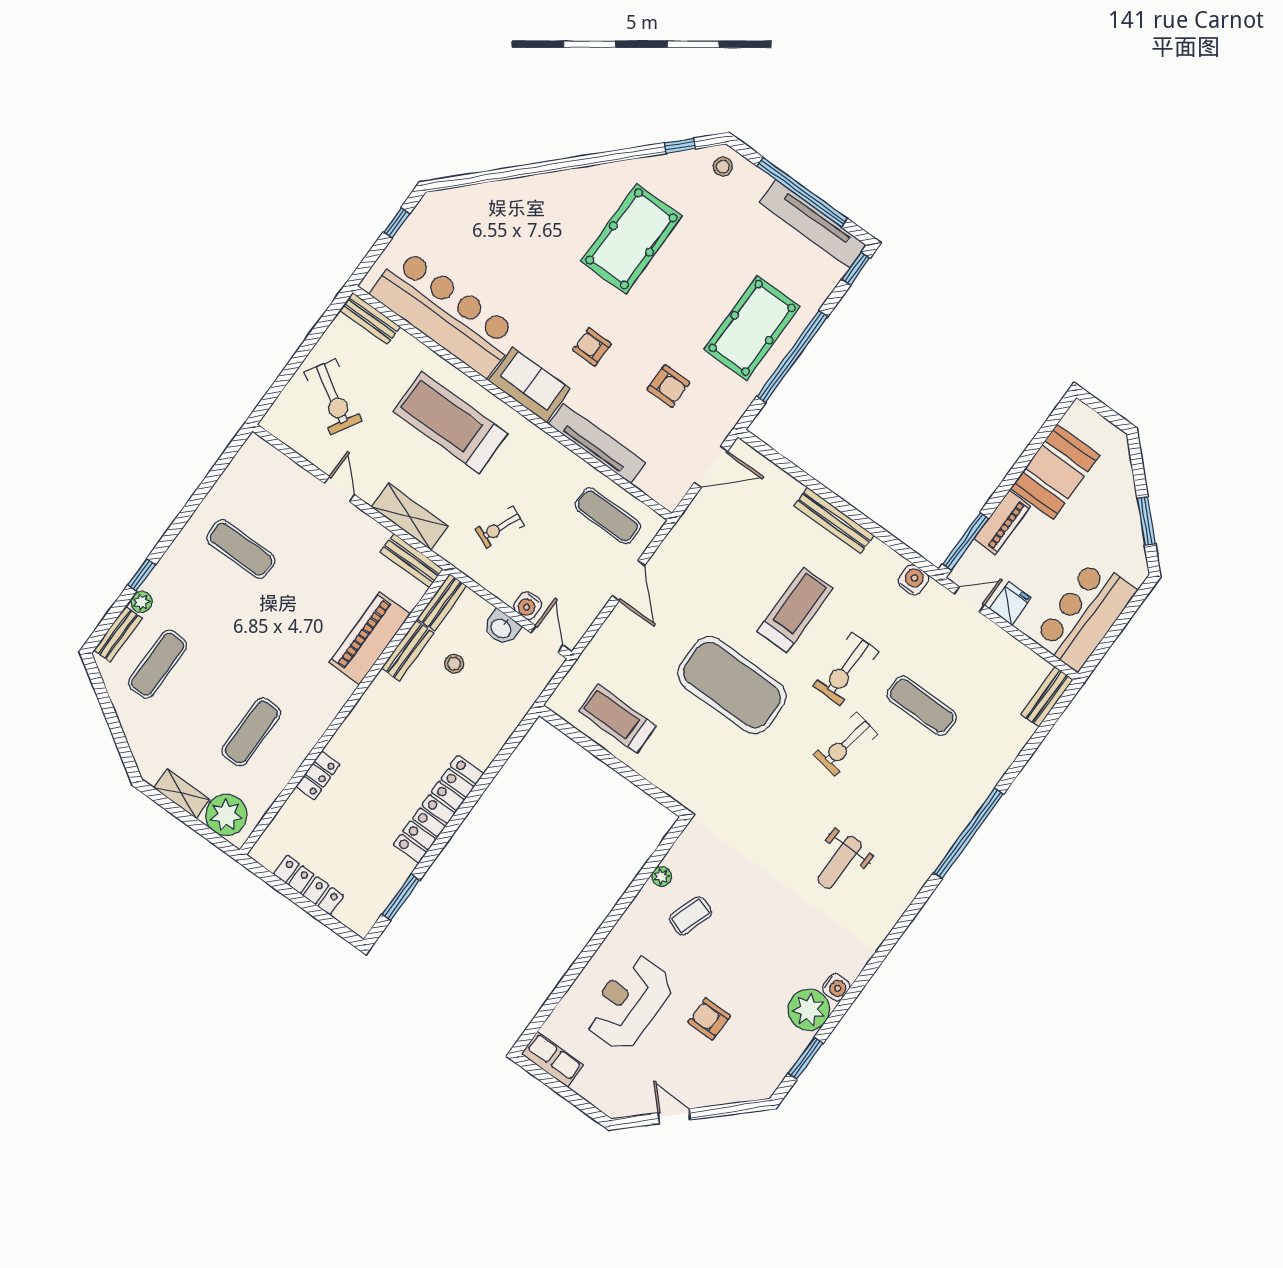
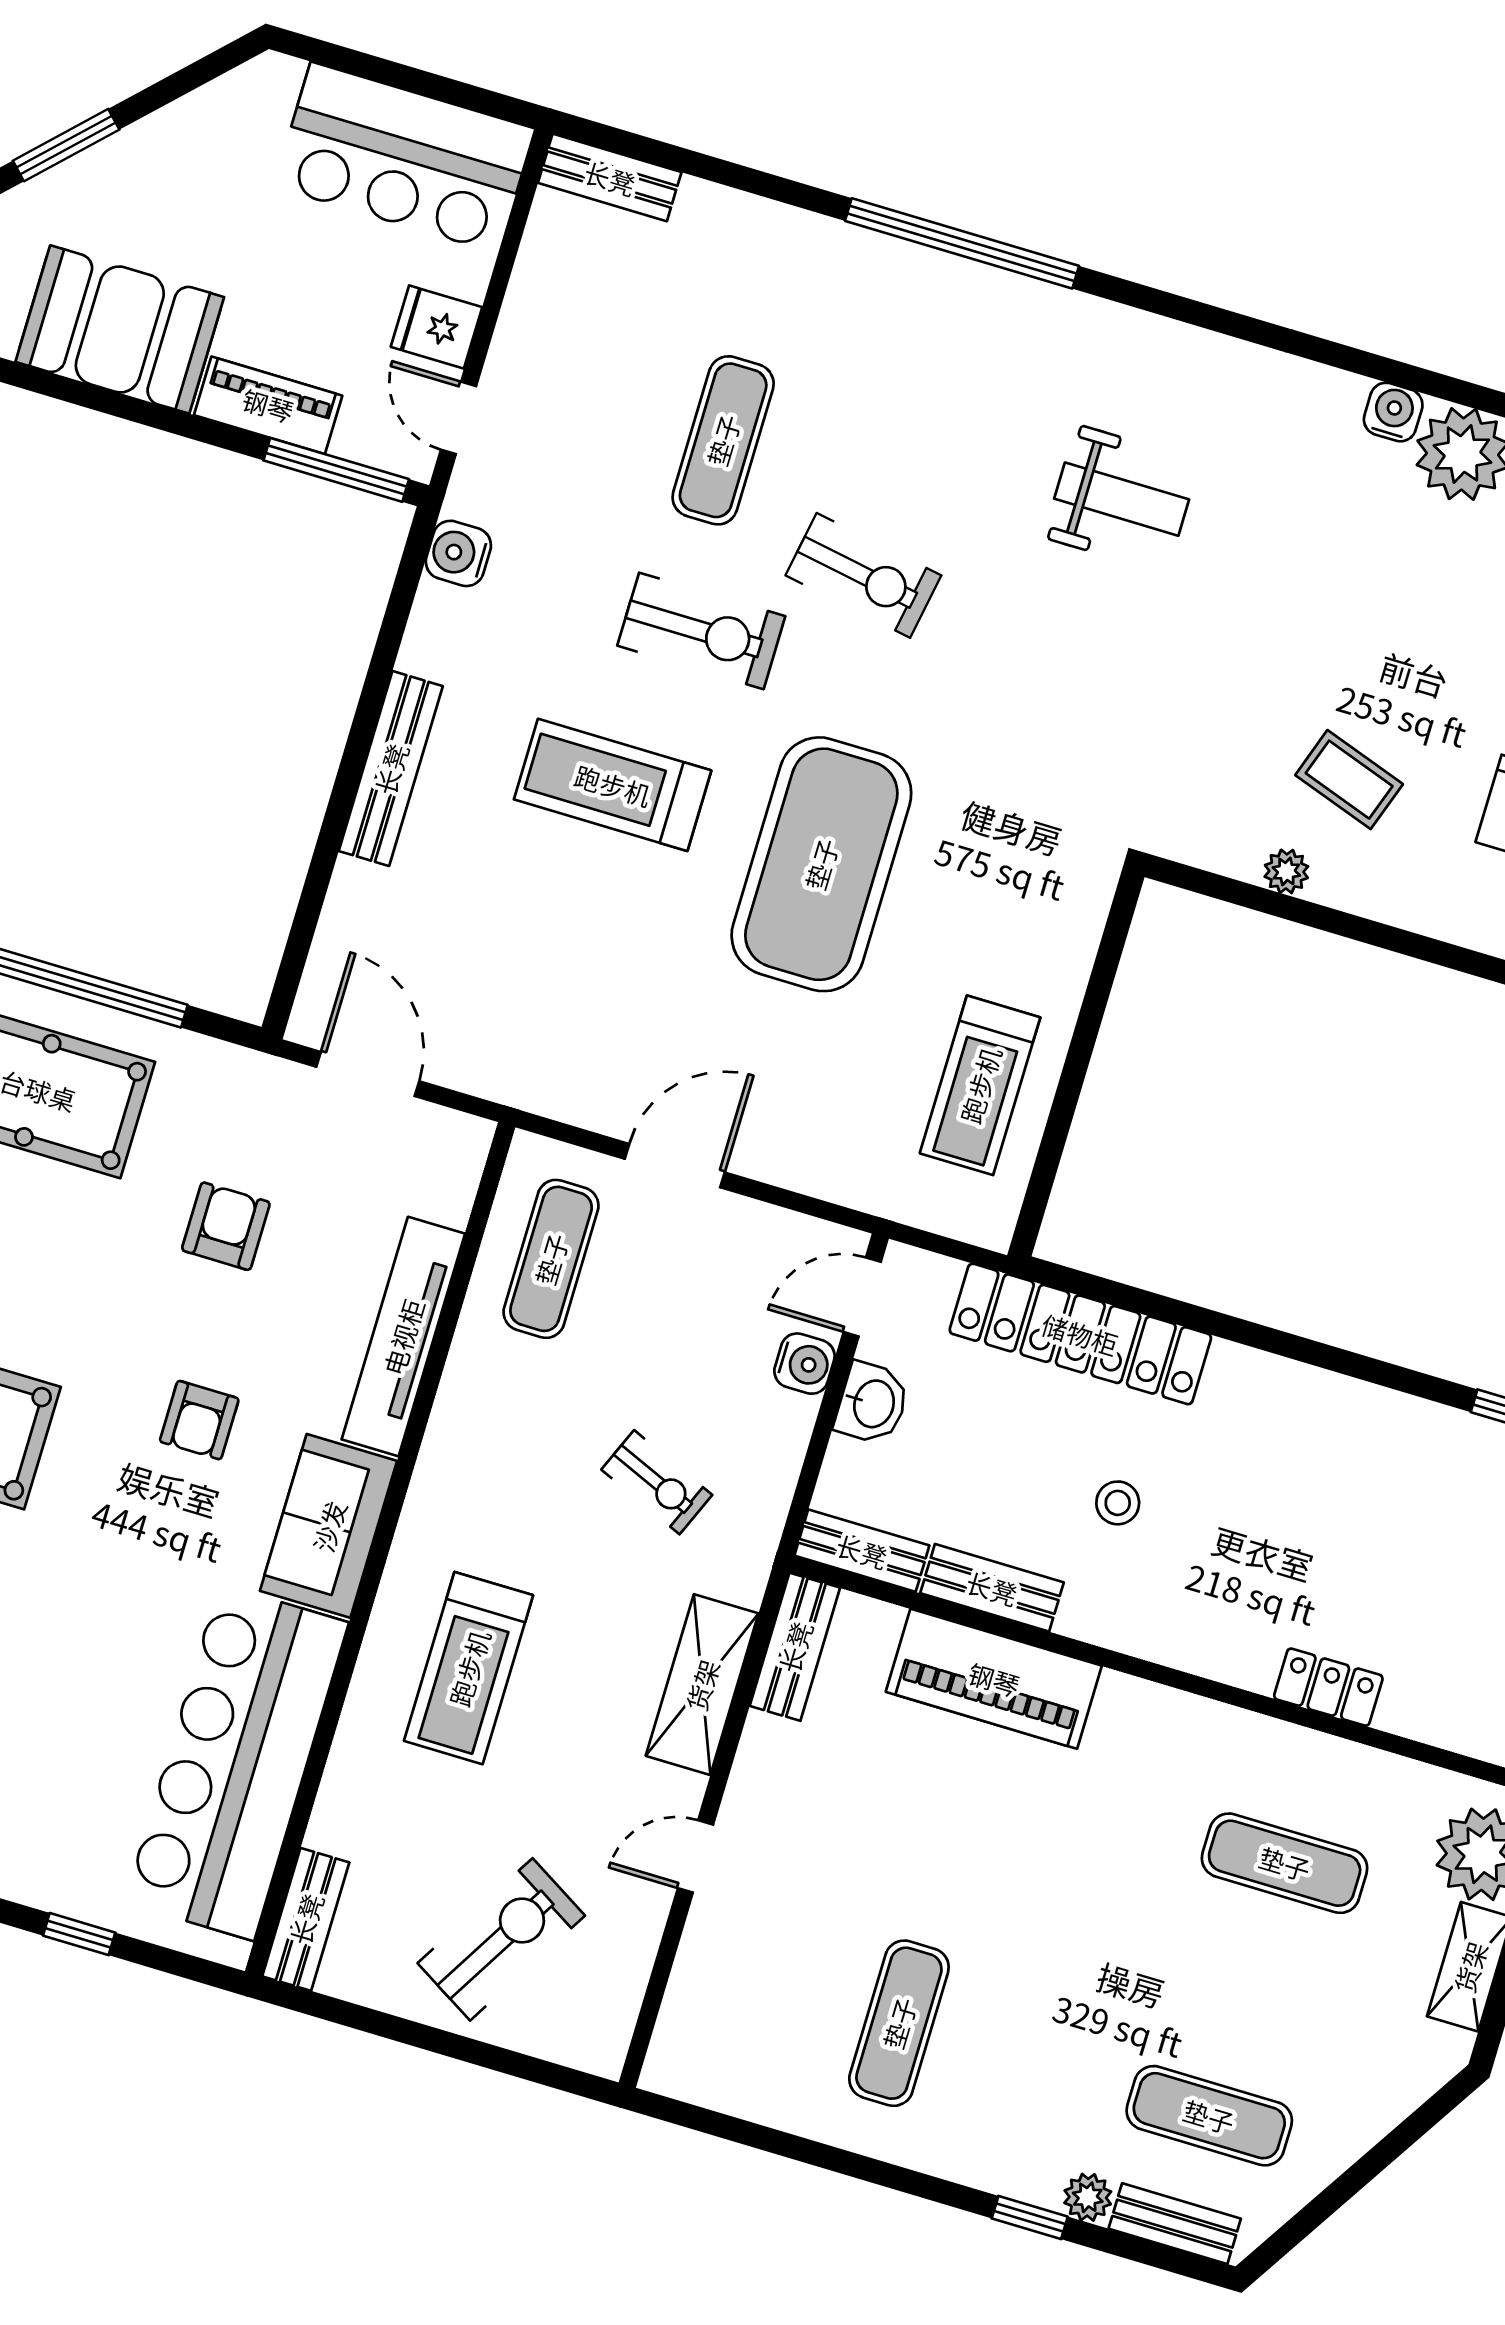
treadmill: (450, 422) -> (469, 1668), width x0.73, depth x0.73
window: (1146, 521) -> (66, 145), moved
stool: (454, 664) -> (1118, 1503), moved
locker: (438, 809) -> (1080, 1334), moved

